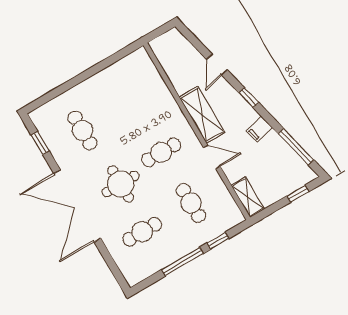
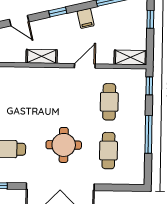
shelving: (202, 115) -> (42, 56), width x0.67, depth x0.75
cafe table: (161, 152) -> (59, 101), removed
cafe table: (191, 203) -> (109, 102), turned 90
window: (218, 241) -> (149, 86), moved

